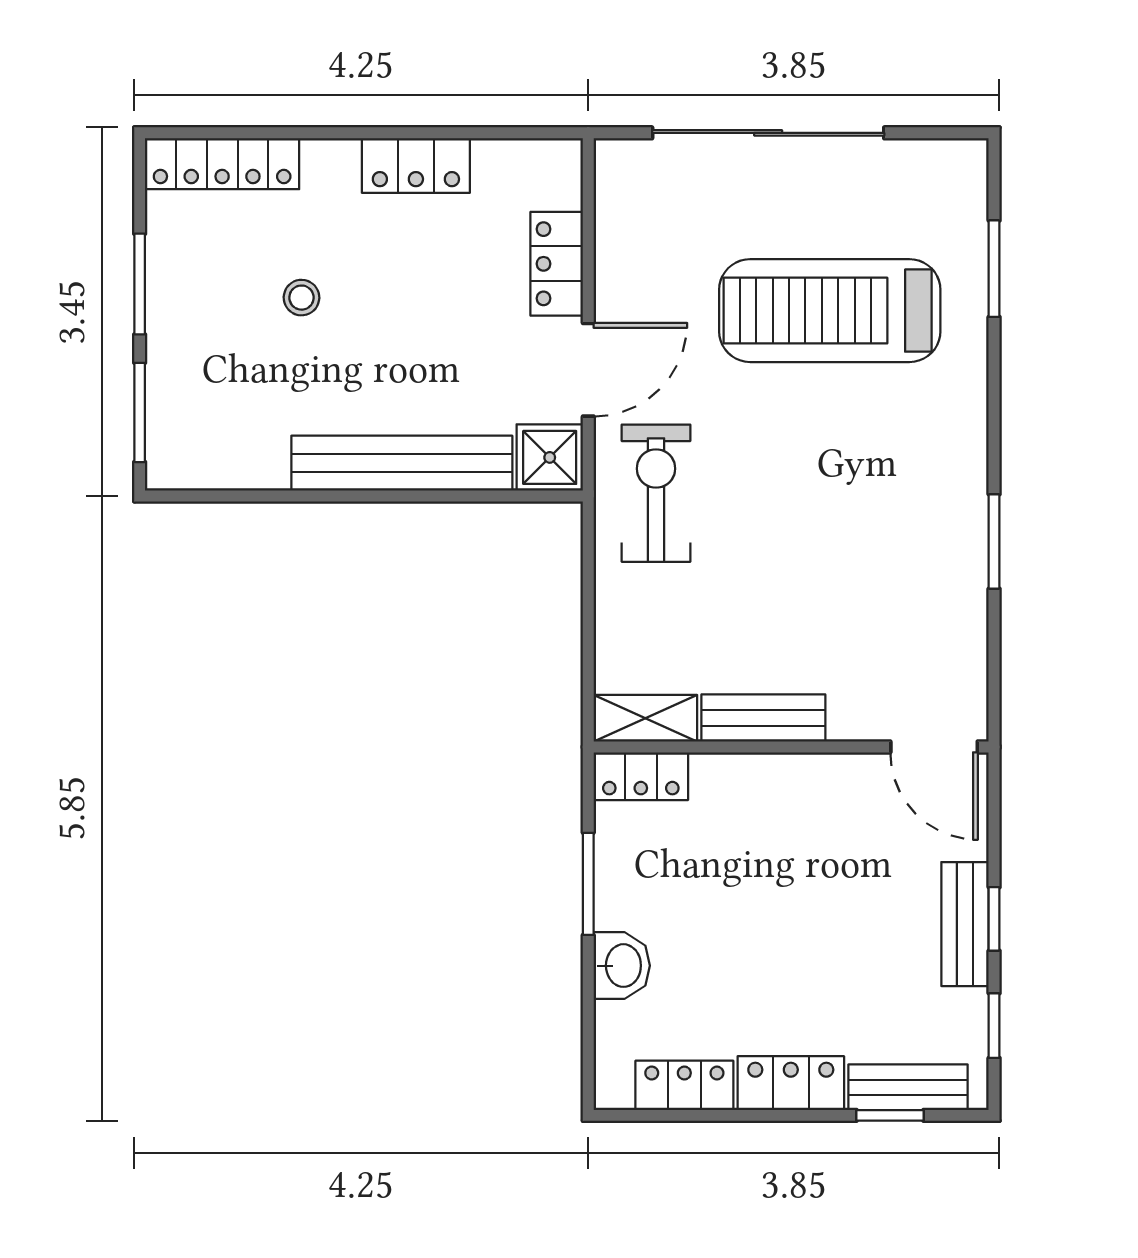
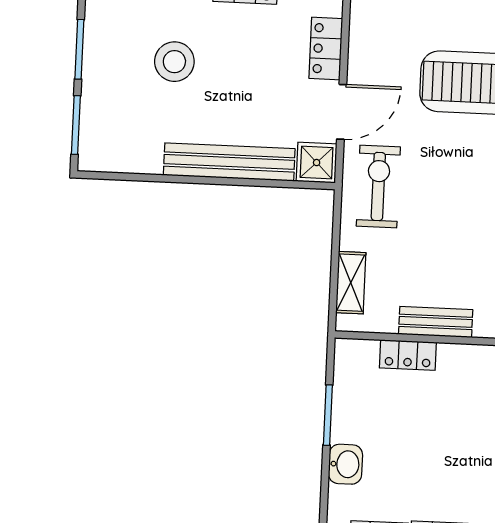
stool: (302, 298) -> (174, 62), width x1.89, depth x1.89
shelving: (645, 718) -> (351, 283), moved, turned 90
locker: (641, 776) -> (408, 355), moved

